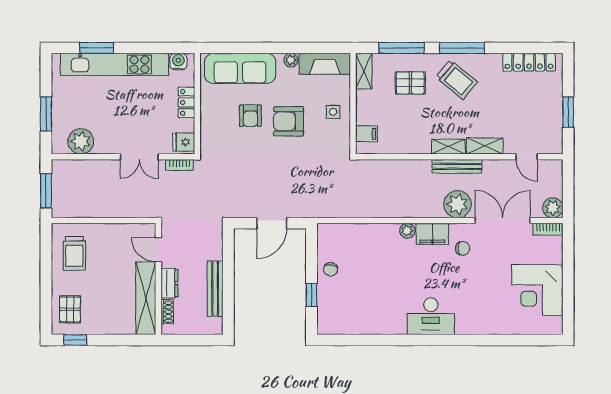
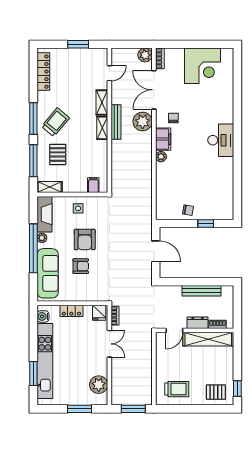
window: (276, 48) -> (33, 248), added

